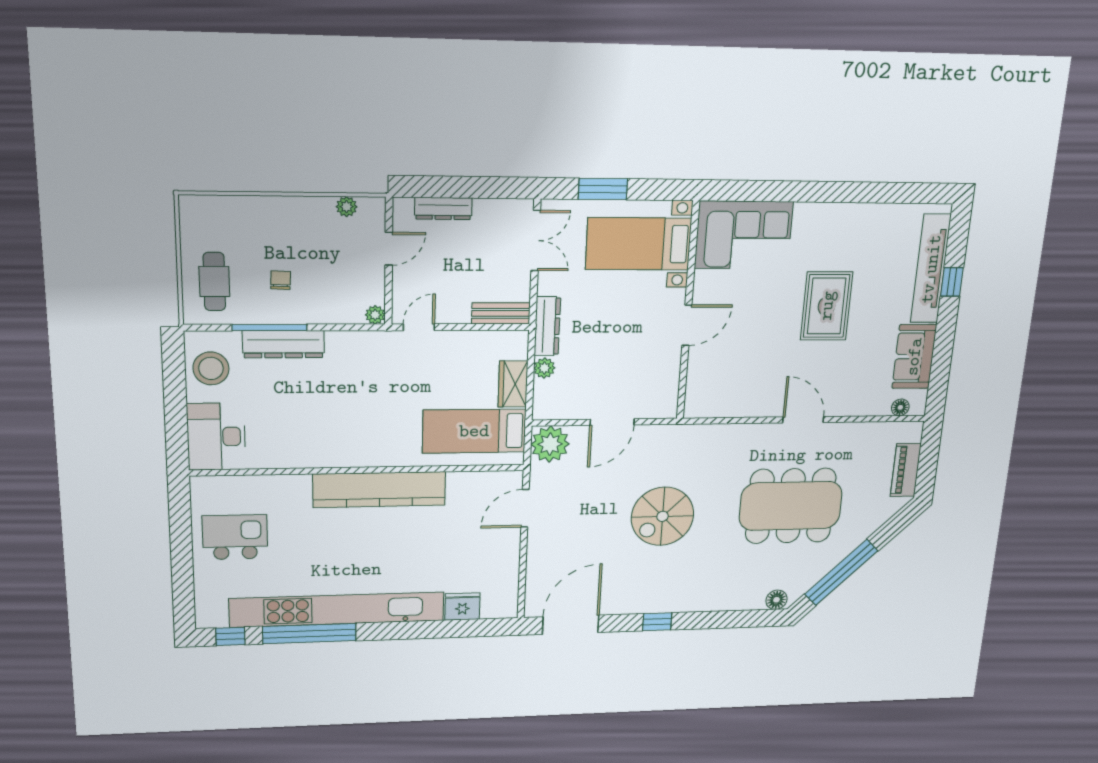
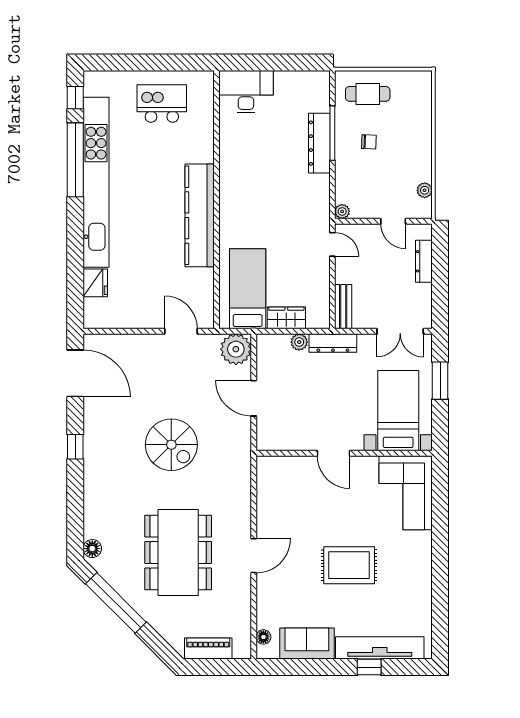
stool: (211, 368) -> (301, 89), removed
spiral stairs: (663, 516) -> (171, 445), turned 180
kitchen island: (235, 537) -> (162, 103), turned -90

